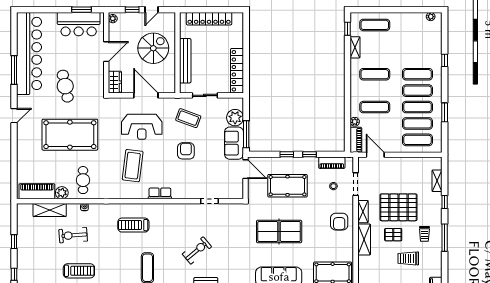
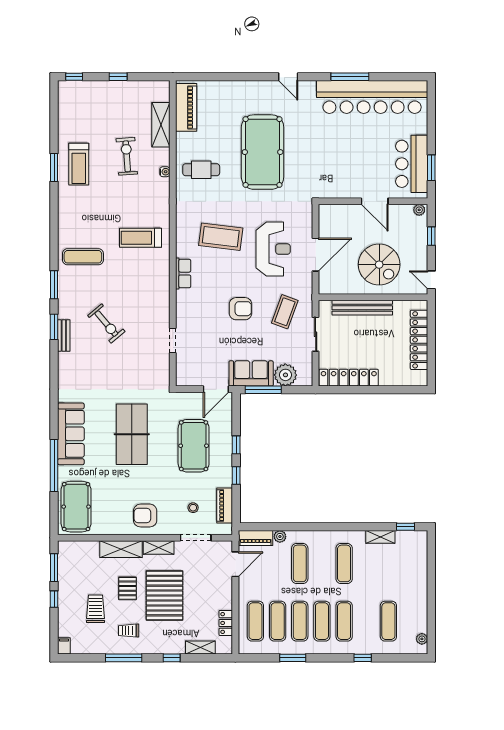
door: (152, 10) -> (431, 280), moved
exercise mat: (375, 25) -> (388, 621), moved
wardrobe: (115, 82) -> (333, 213), removed
cafe table: (65, 86) -> (328, 146), removed
reception desk: (142, 127) -> (273, 249), turned 180
locker: (419, 162) -> (226, 623), added
plant: (62, 193) -> (184, 141), removed
treadmill: (133, 225) -> (141, 238), turned -90

